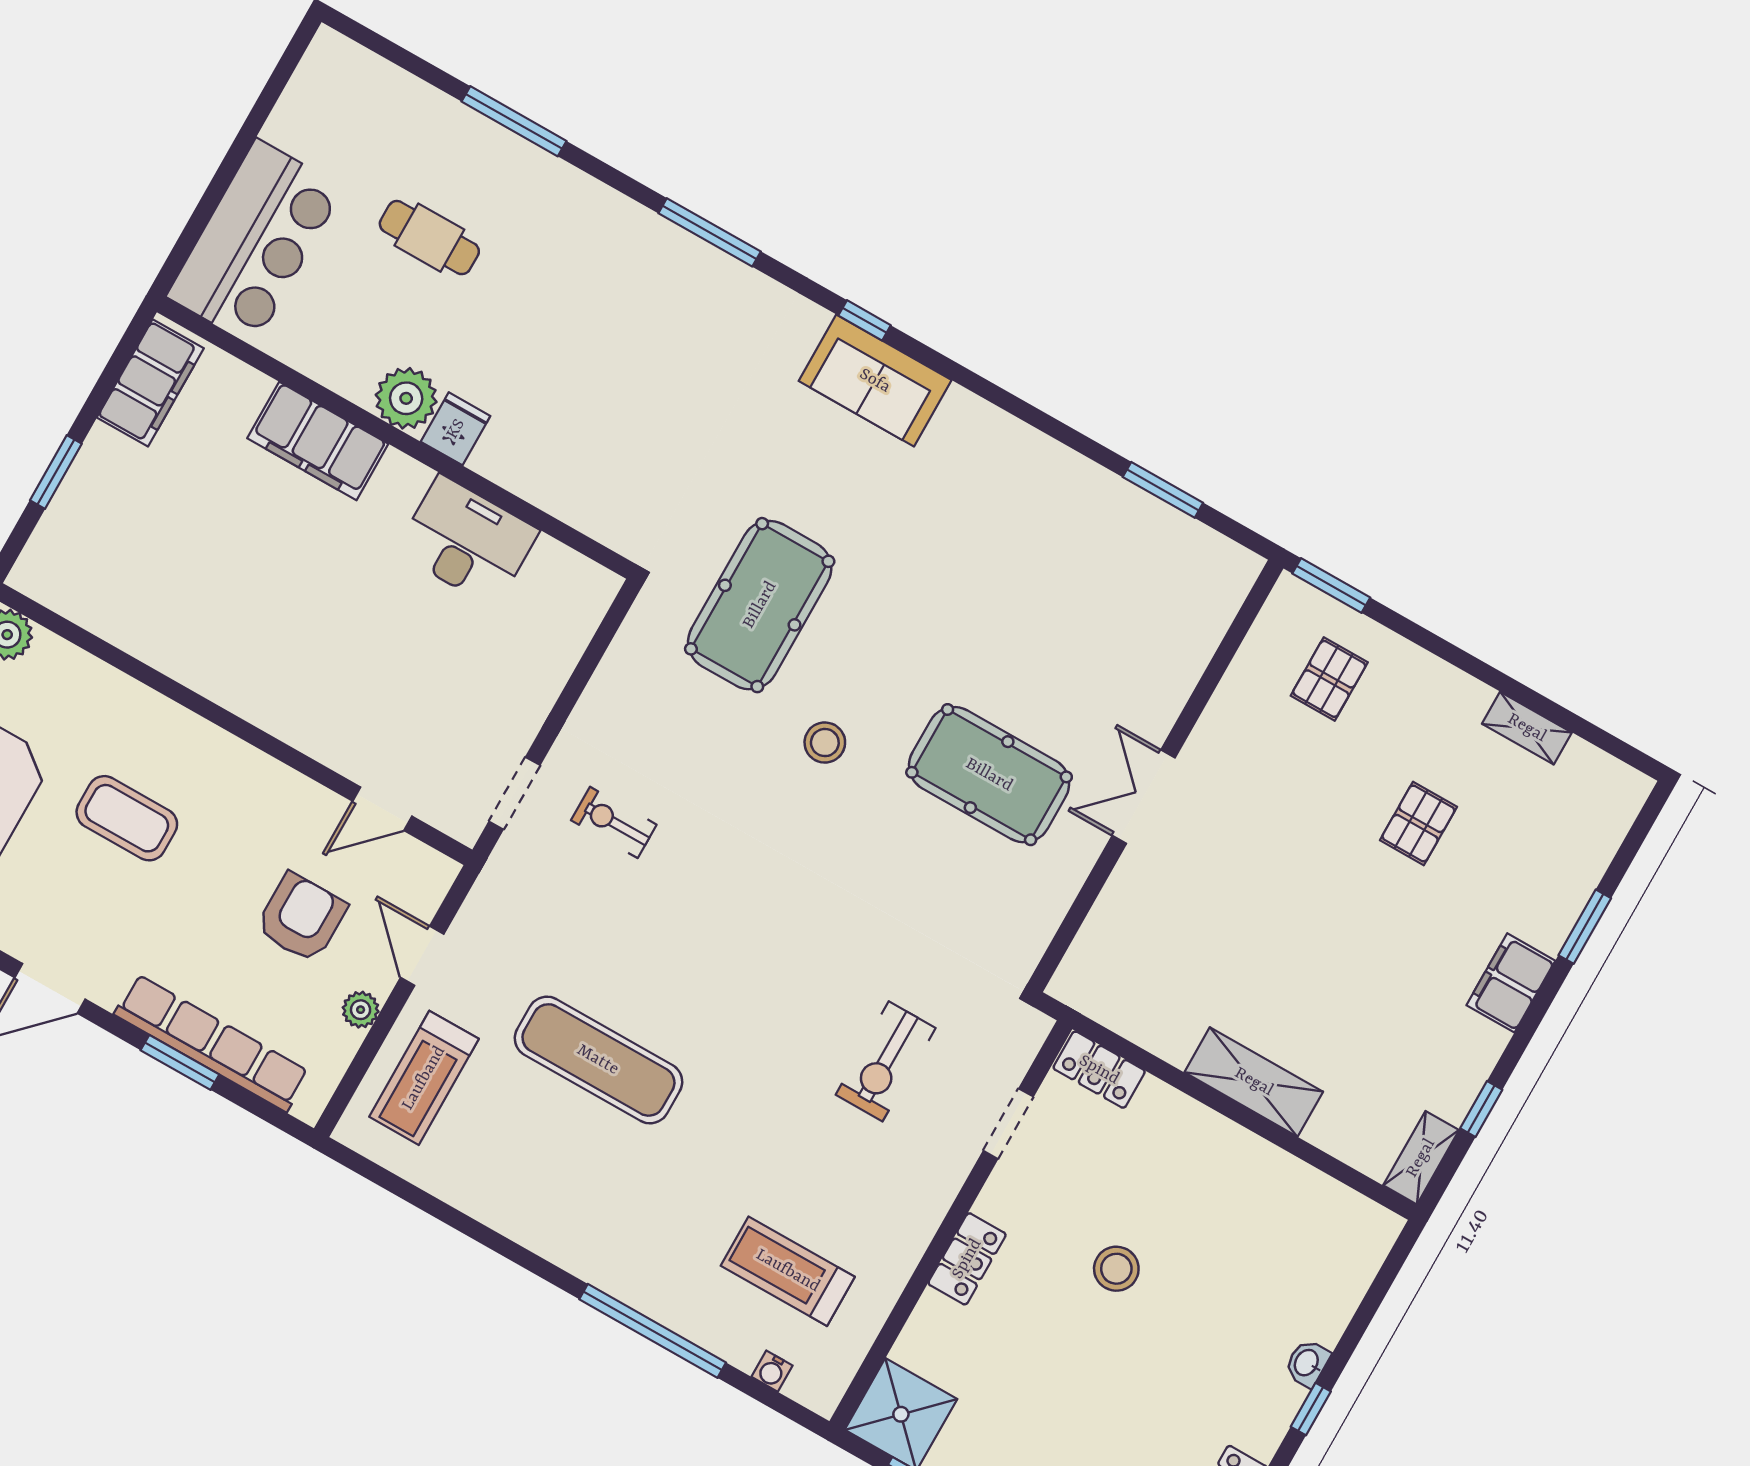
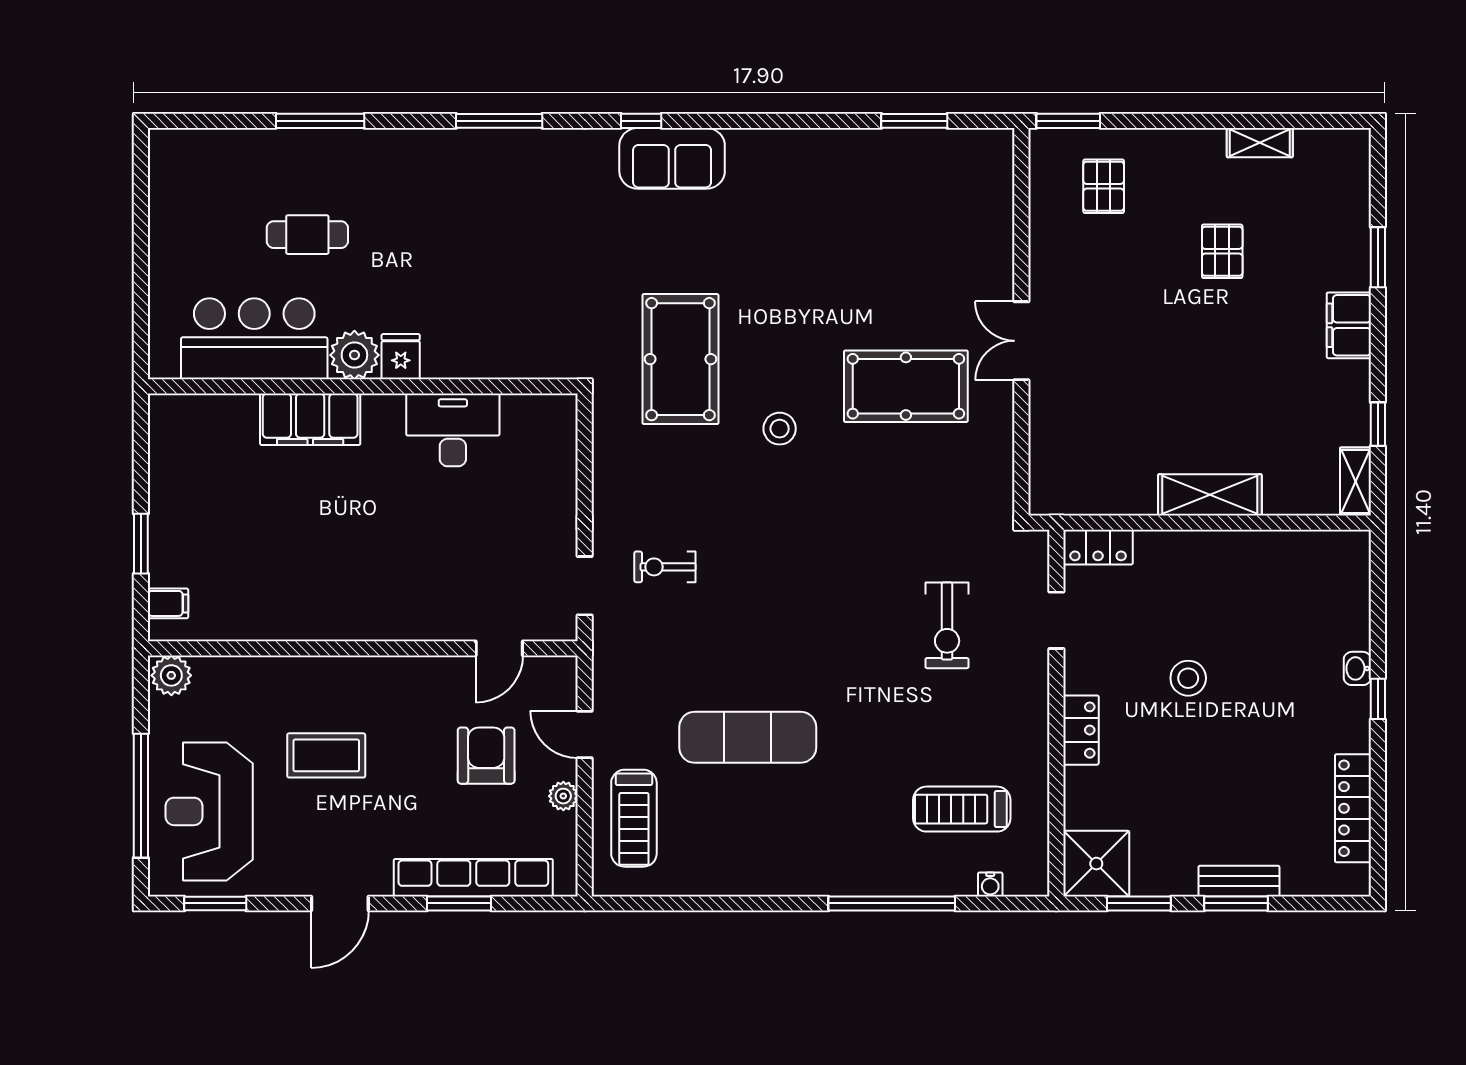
bar counter: (255, 242) -> (254, 339), moved, turned -90
filing cabinet: (150, 383) -> (168, 603), moved, width x0.33, depth x0.86

